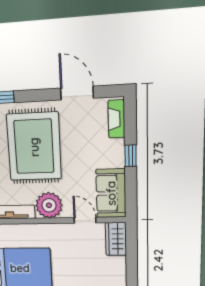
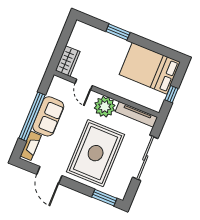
window: (131, 156) -> (32, 117), width x3.17
sofa: (111, 193) -> (48, 116), moved

